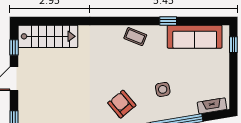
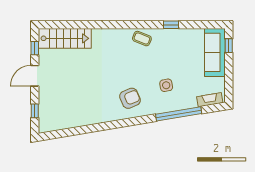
sofa: (195, 37) -> (215, 52), moved, turned 90
armchair: (122, 104) -> (130, 98), turned 107

